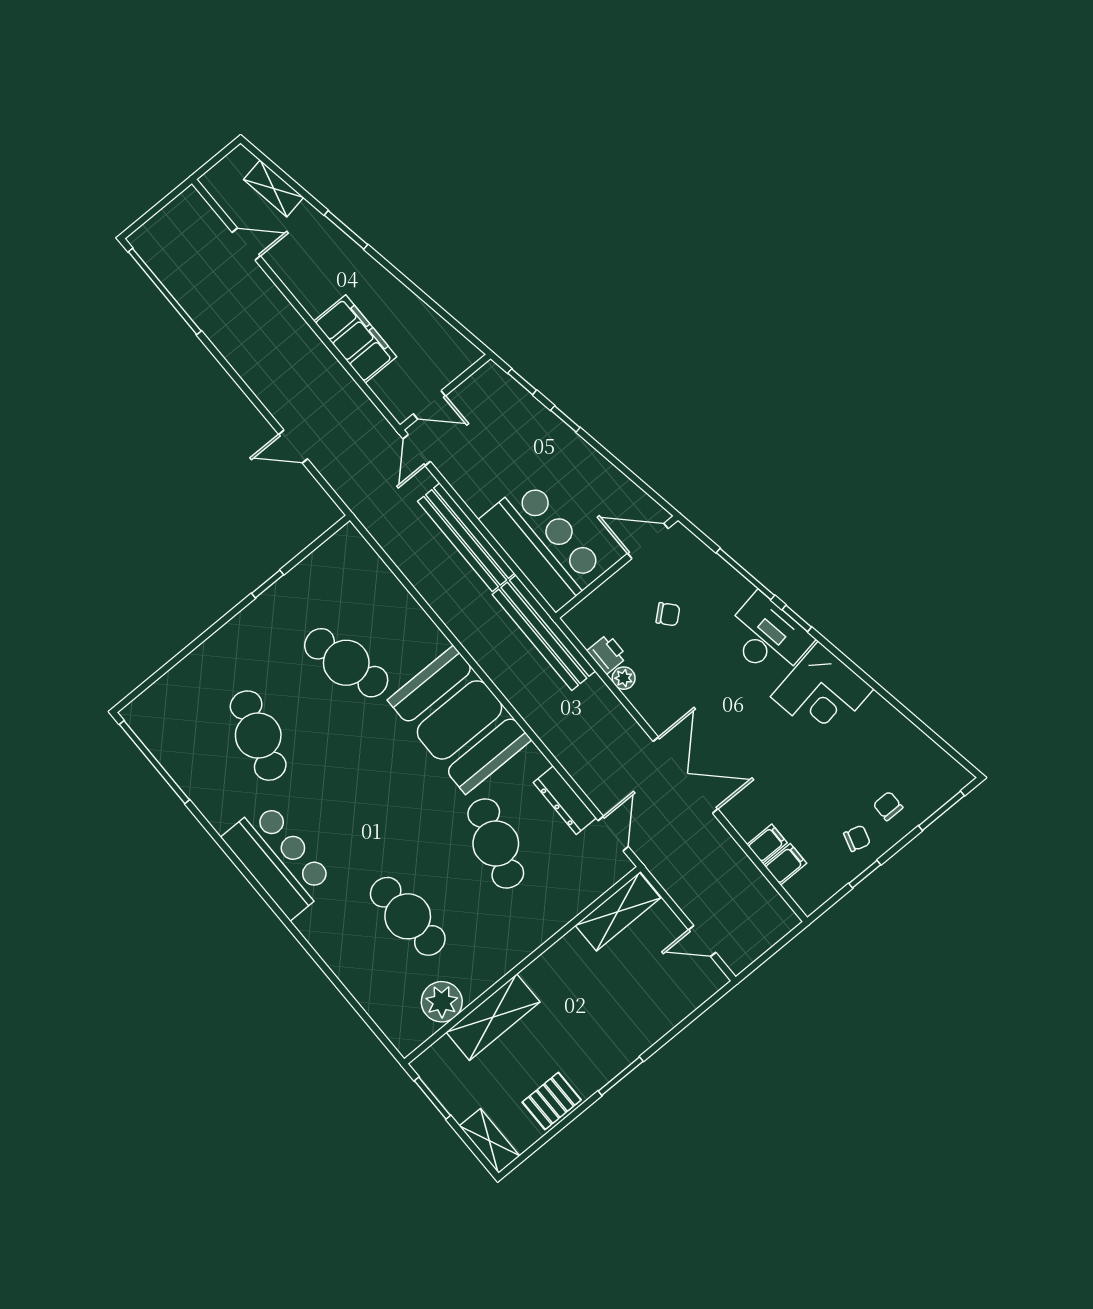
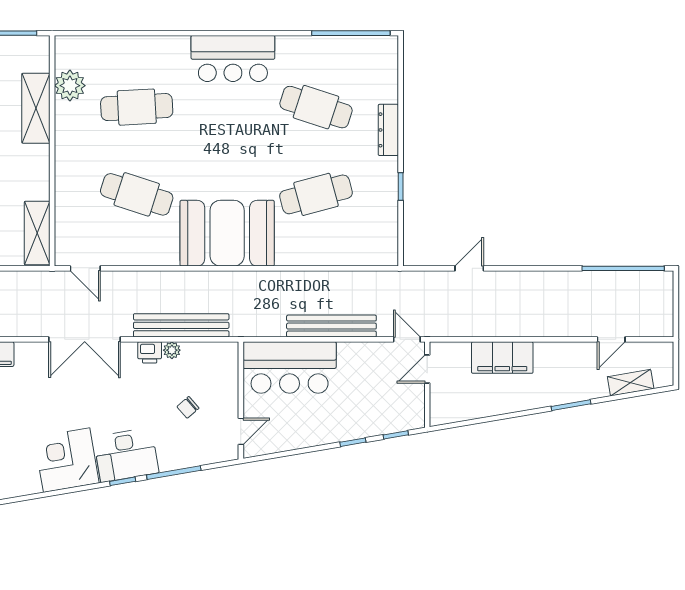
door: (648, 541) -> (241, 431), width x0.73
bench: (544, 633) -> (181, 325), moved
printer: (607, 654) -> (150, 352), moved
dresser: (565, 800) -> (388, 130), moved, turned -90

